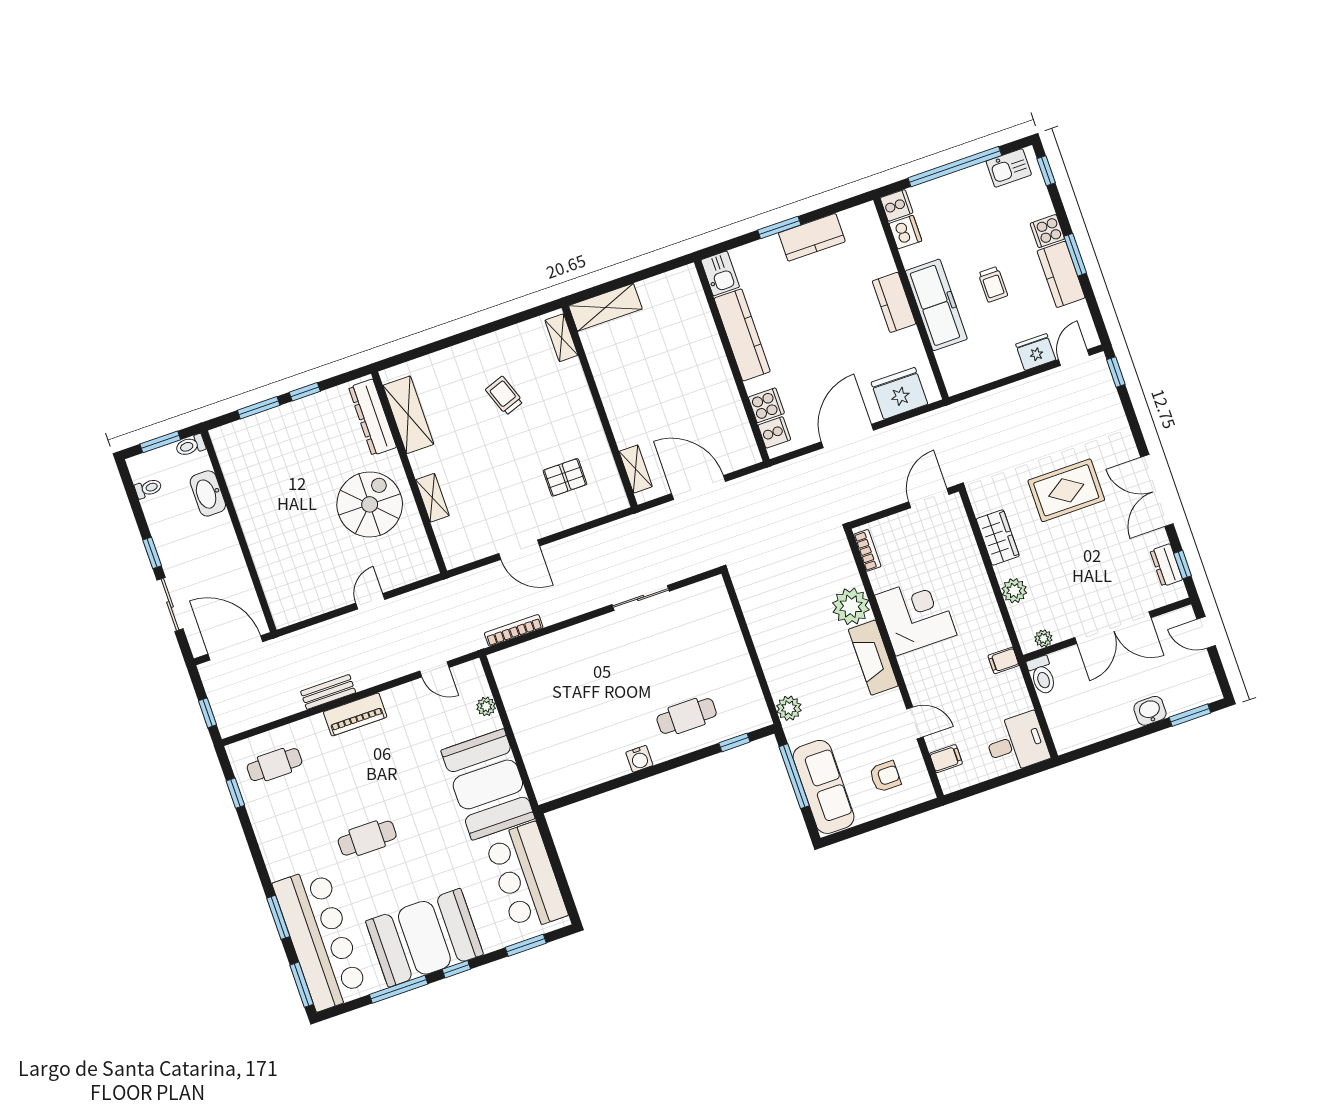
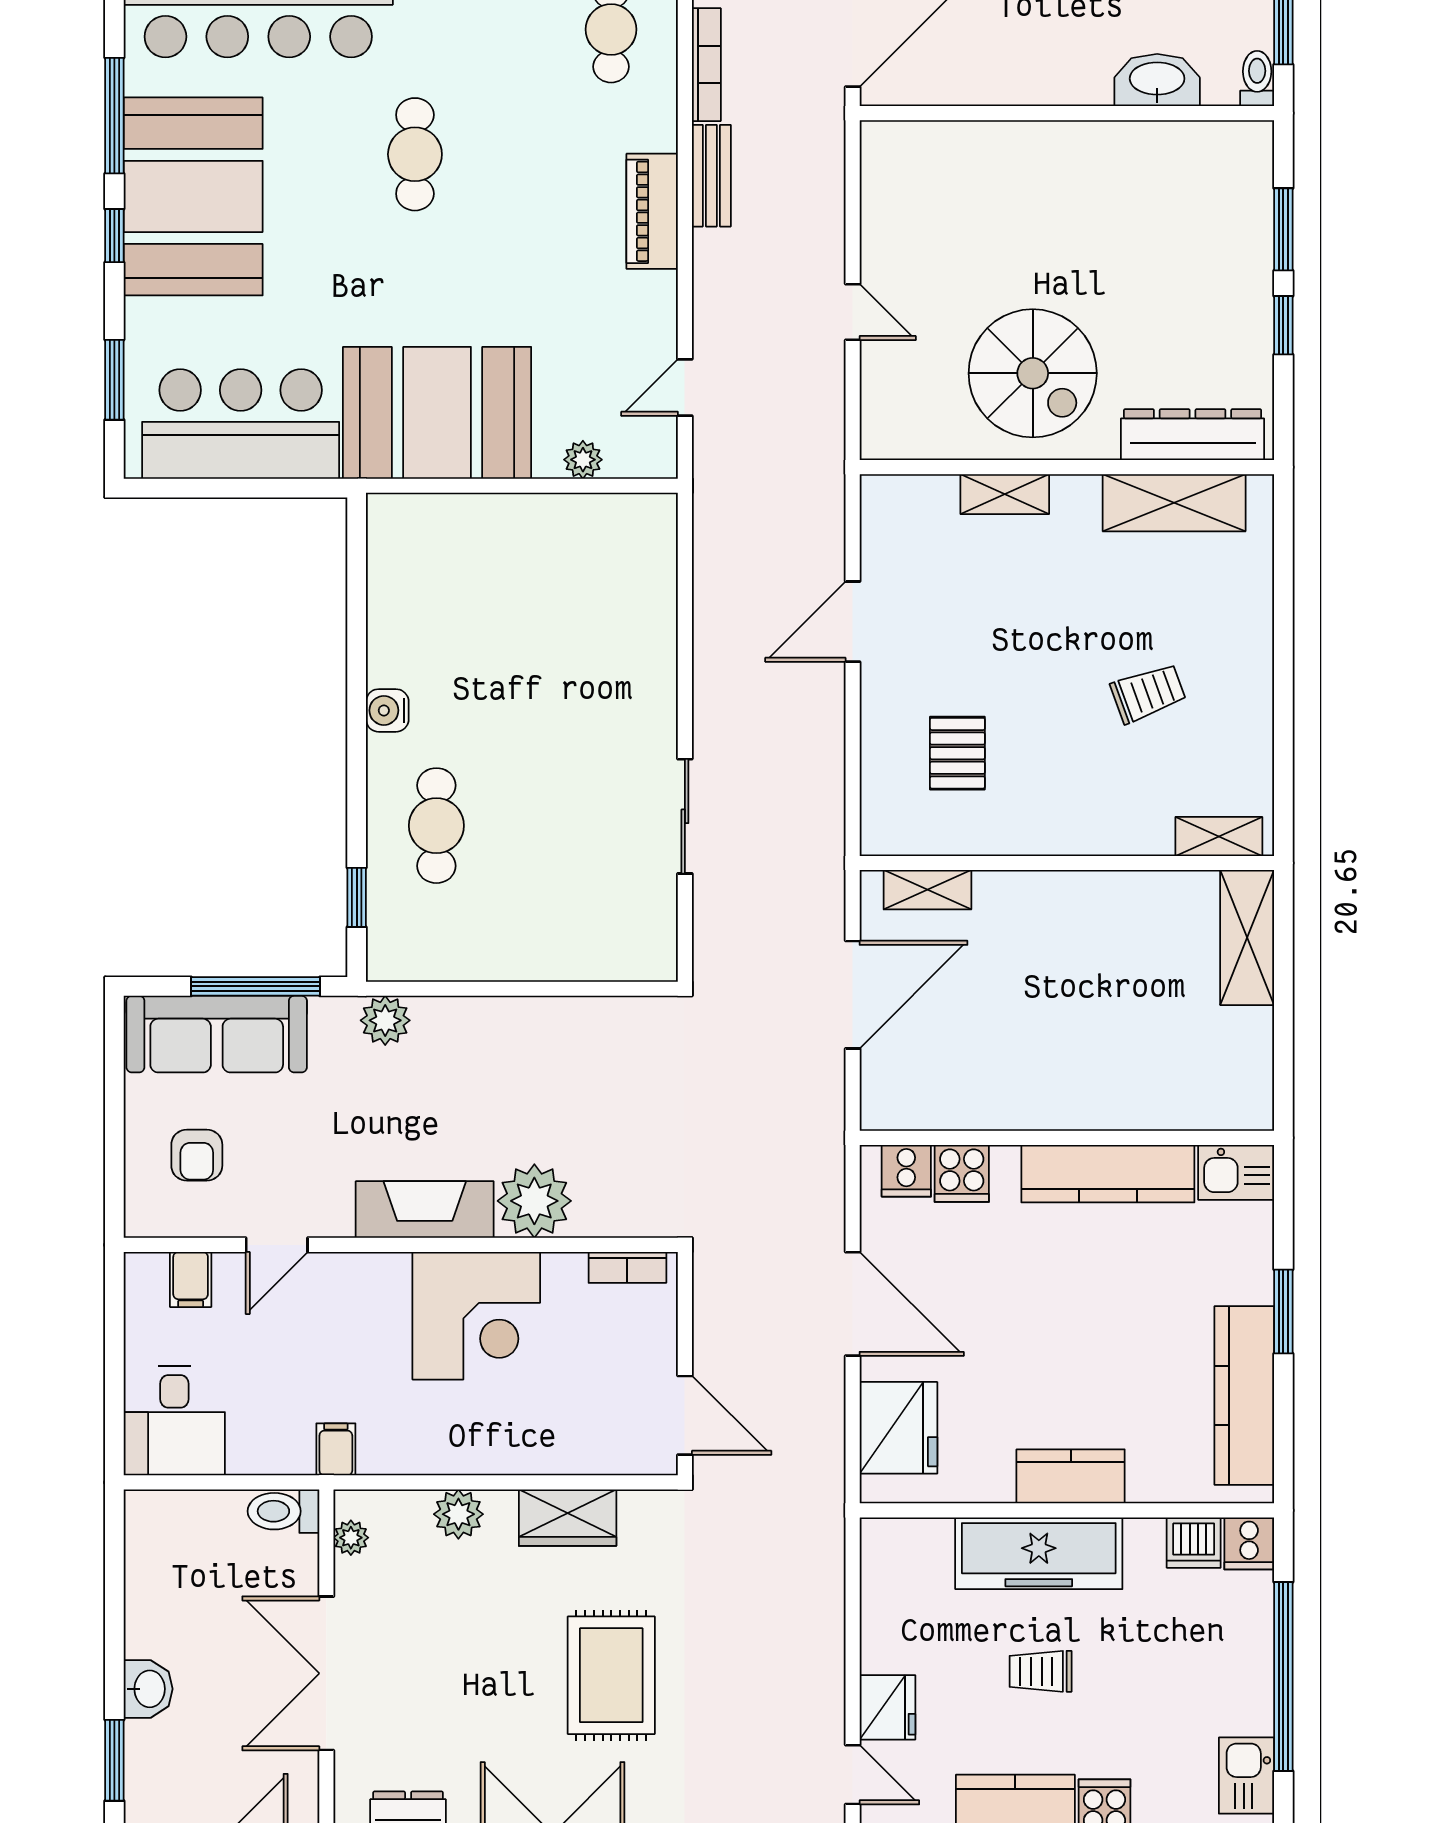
kitchen counter: (812, 237) -> (1244, 1396), width x1.50
bookcase: (514, 630) -> (706, 65), moved

